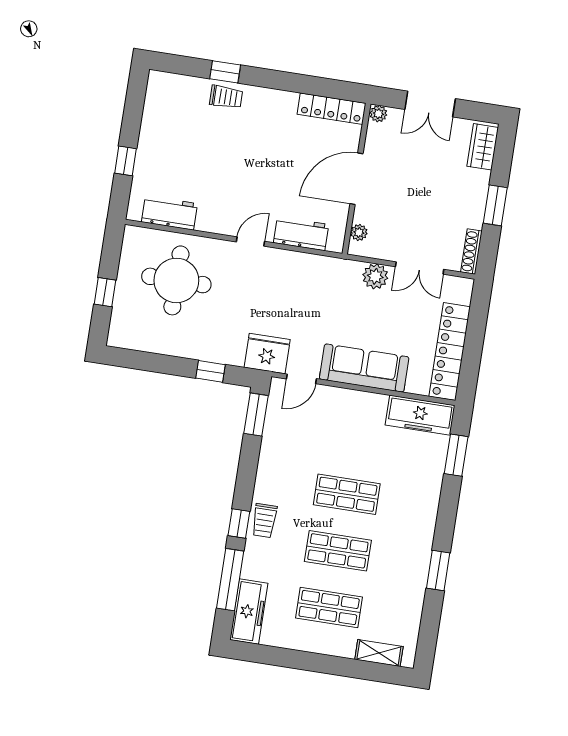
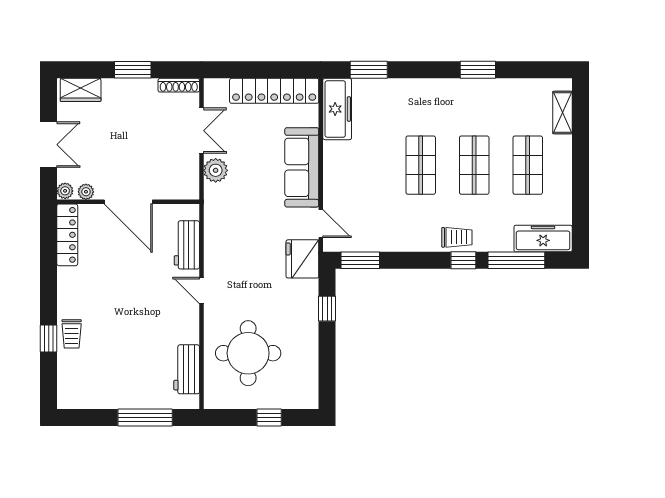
trolley: (226, 97) -> (72, 334), turned 180
window: (126, 161) -> (145, 417), width x2.17
plant: (359, 233) -> (86, 192), moved

